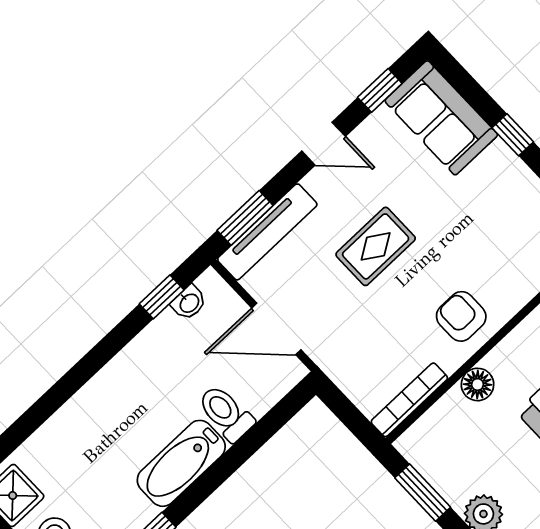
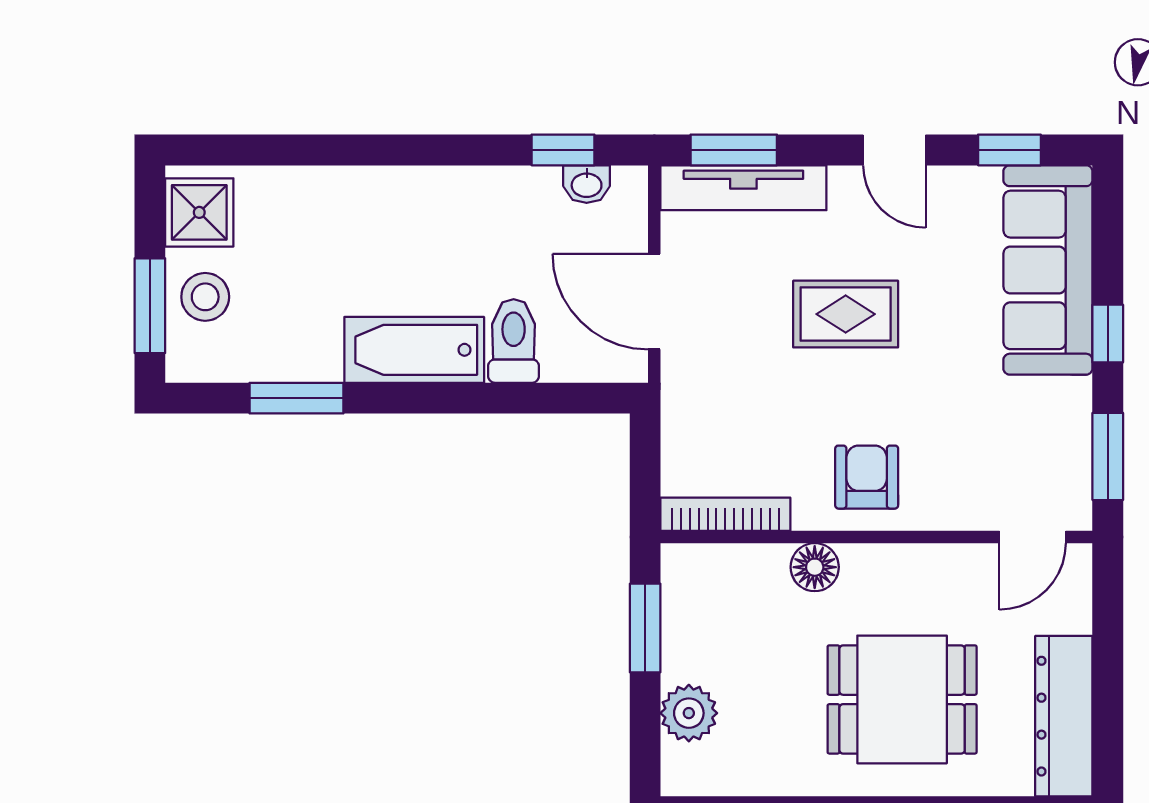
sofa: (441, 118) -> (1048, 270), width x1.36

